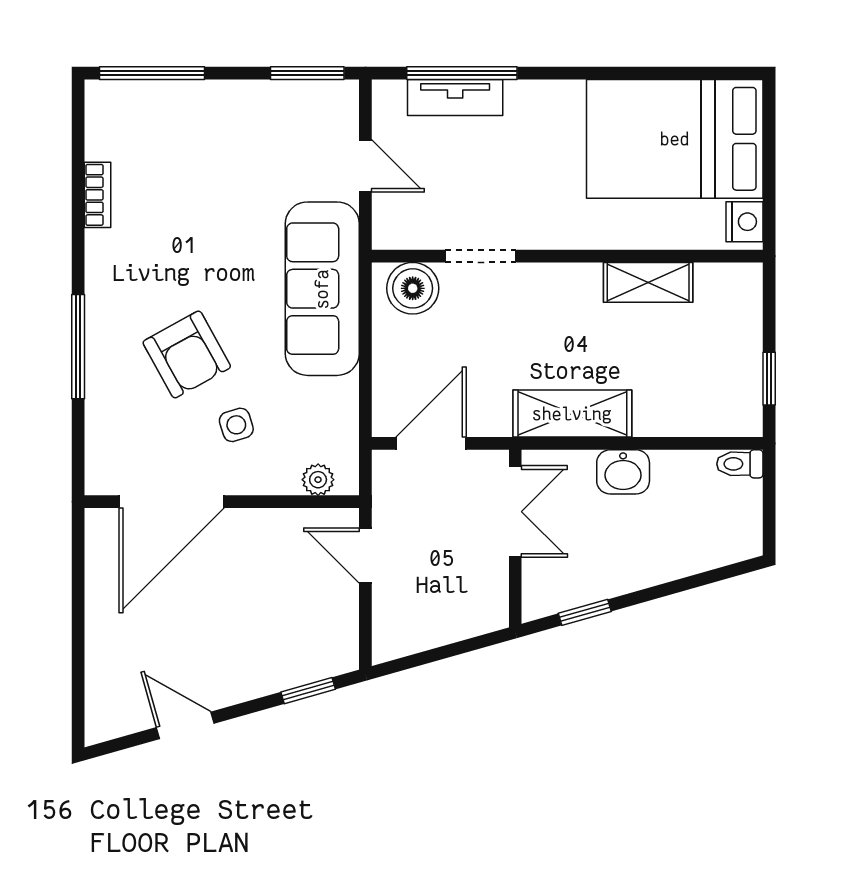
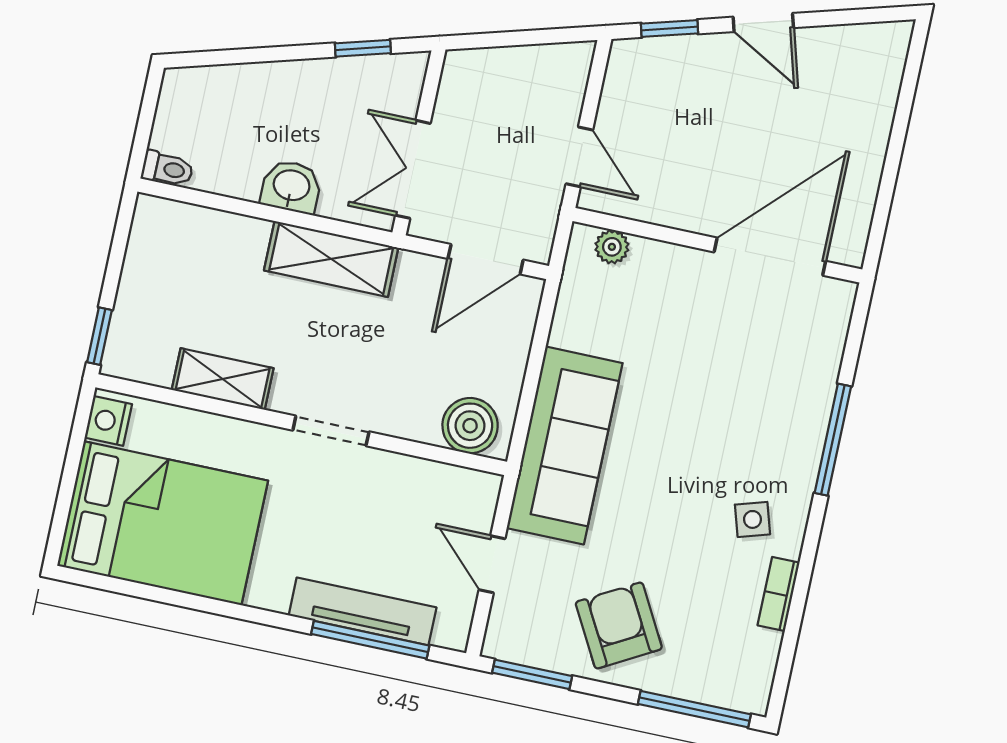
tv unit: (455, 97) -> (363, 611), width x1.41
doorway: (481, 256) -> (331, 431), moved
armchair: (187, 354) -> (619, 625), moved
window: (769, 379) -> (99, 336), moved
side table: (236, 425) -> (752, 519), moved
door: (185, 725) -> (763, 22), moved

